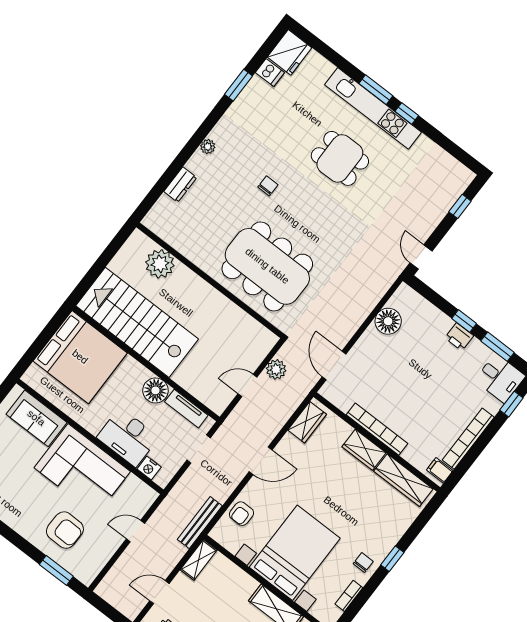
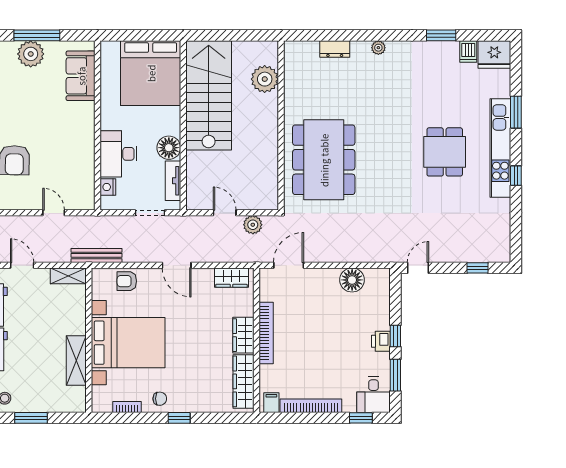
window: (376, 90) -> (516, 112), moved
chair: (268, 186) -> (384, 114), removed
corner sofa: (82, 470) -> (69, 139), removed

